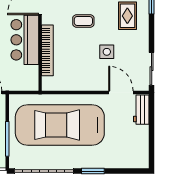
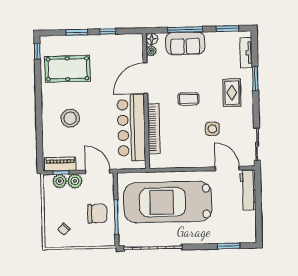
bar counter: (25, 40) -> (131, 128), width x1.36
workbench: (141, 110) -> (248, 190), width x1.38
window: (93, 171) -> (229, 246), moved

